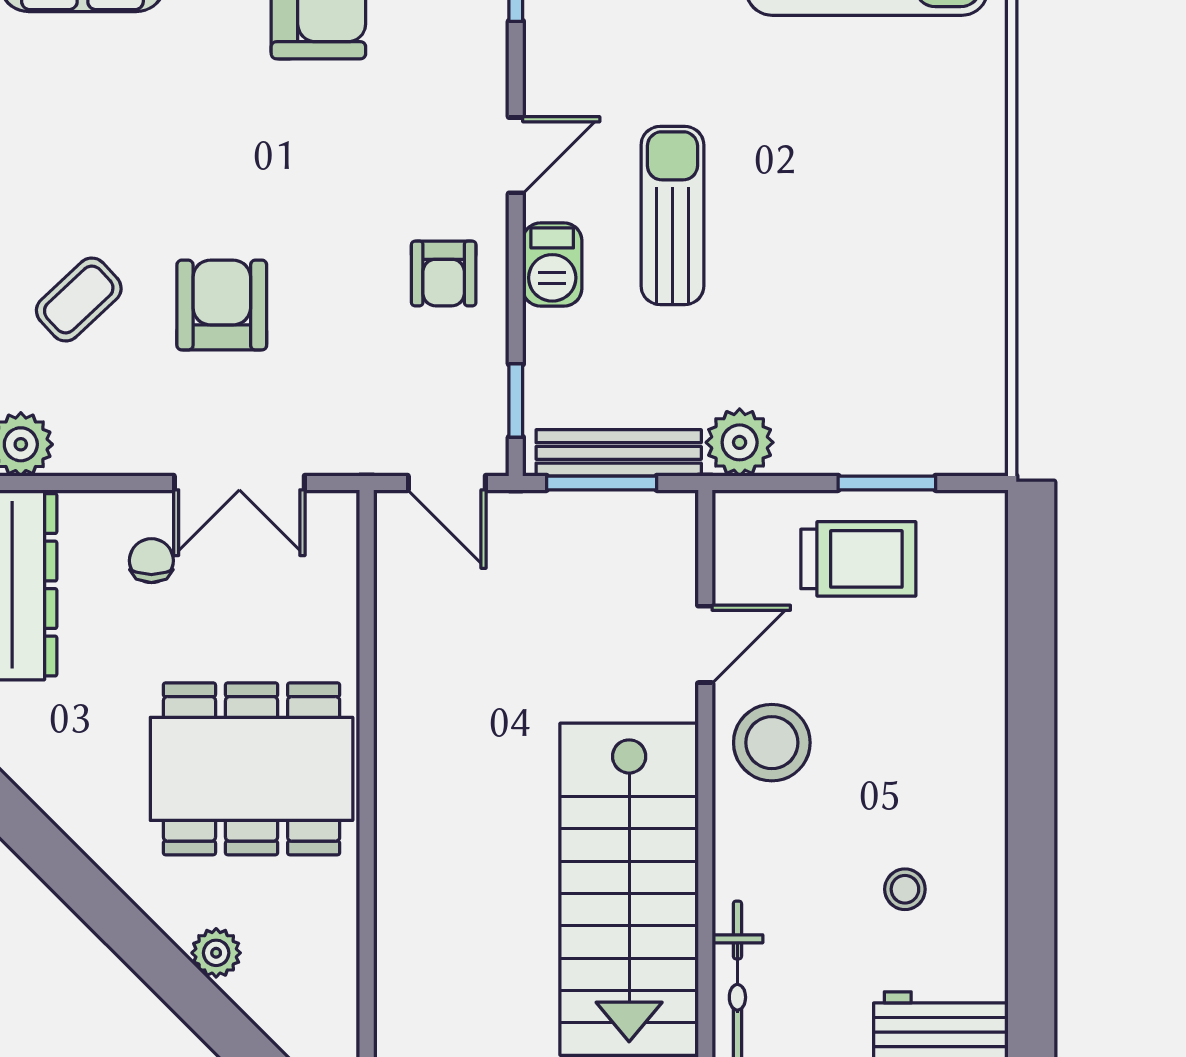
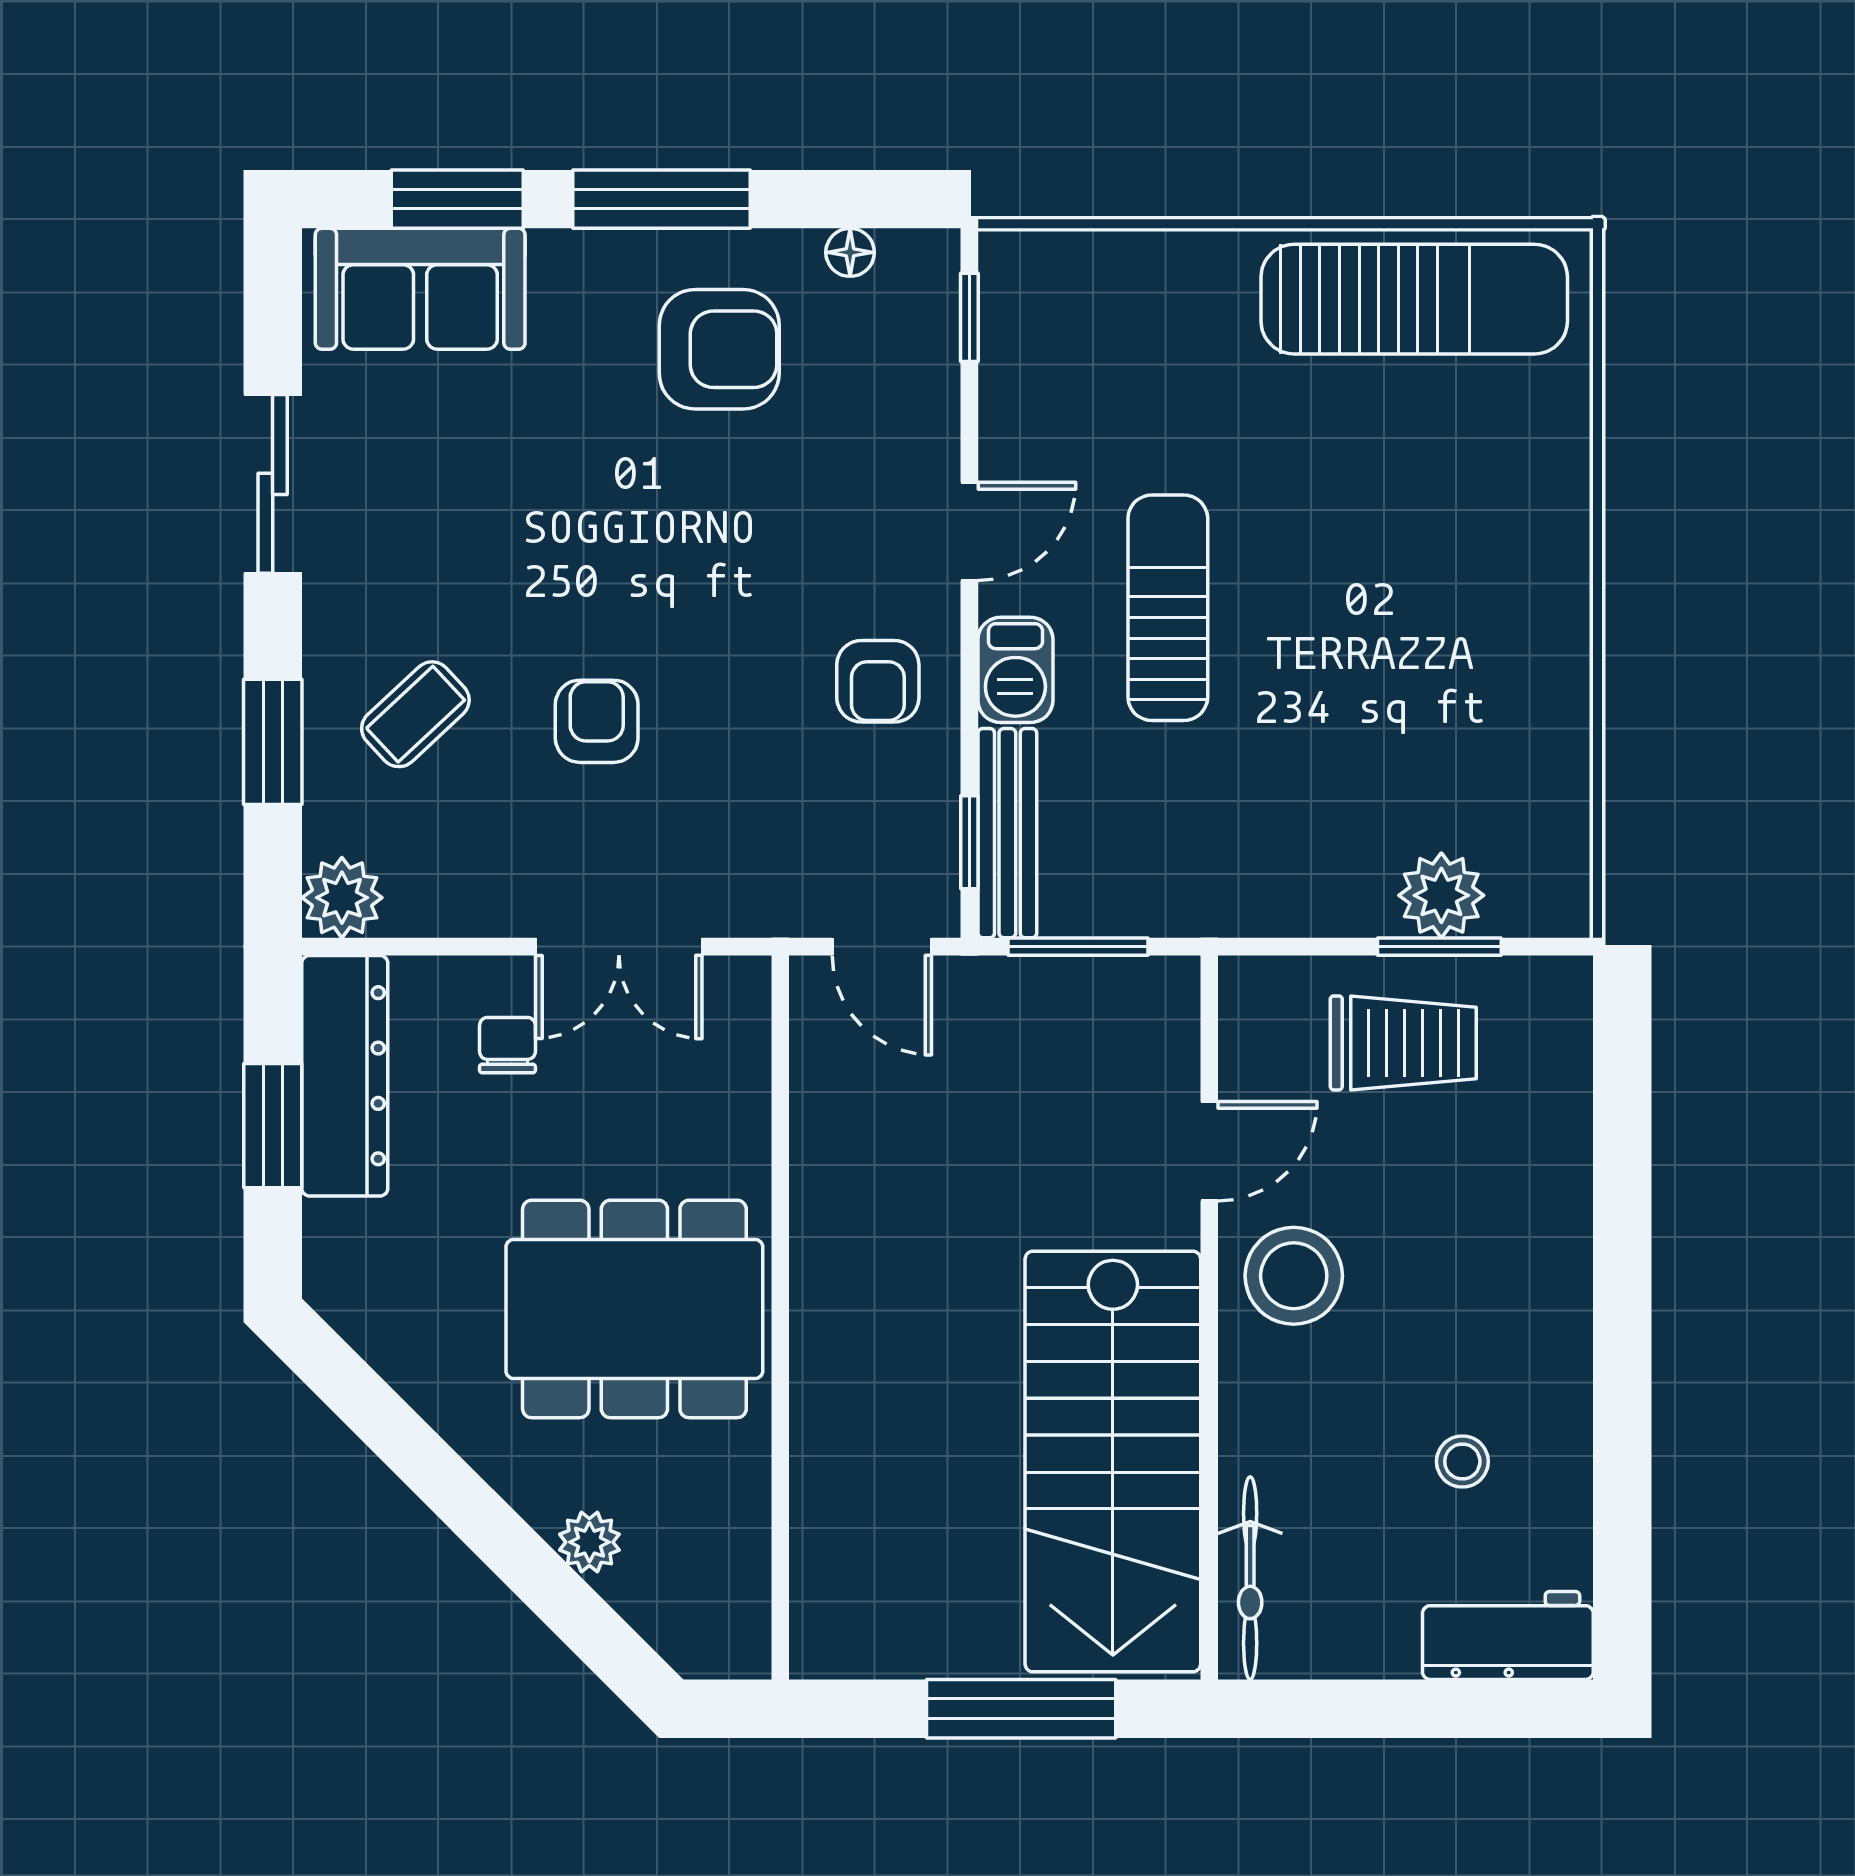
armchair: (222, 305) -> (597, 721), width x0.72, depth x0.72
plant: (740, 442) -> (1441, 895), moved
bench: (619, 453) -> (1007, 833), moved, turned 90

